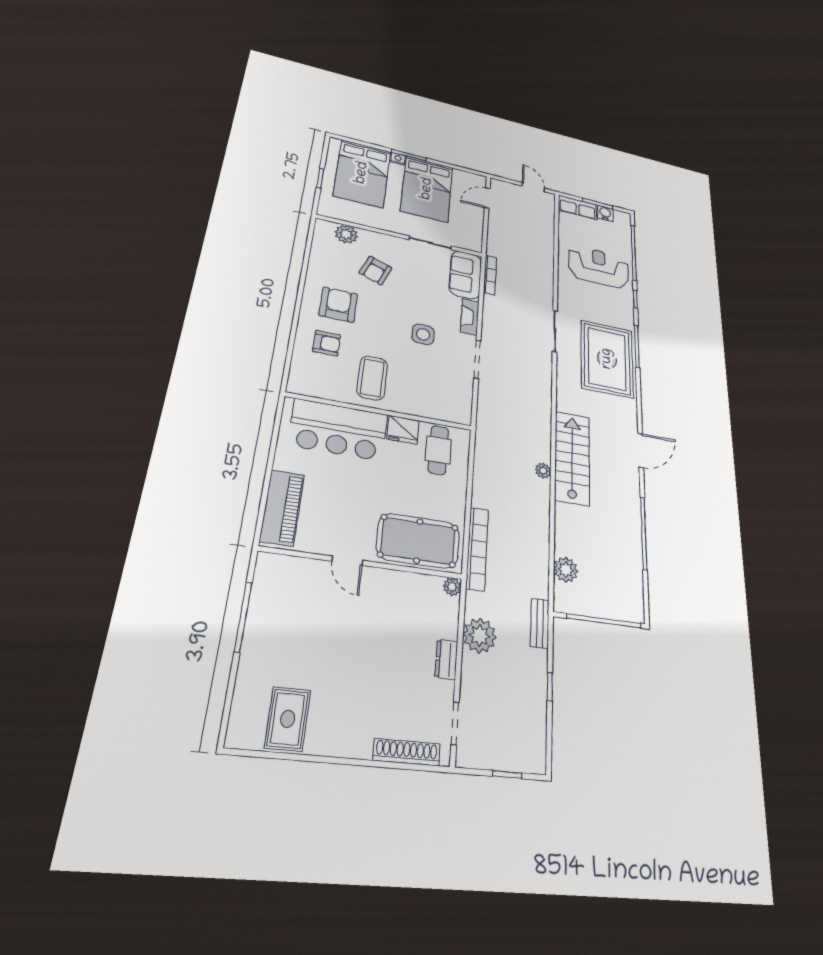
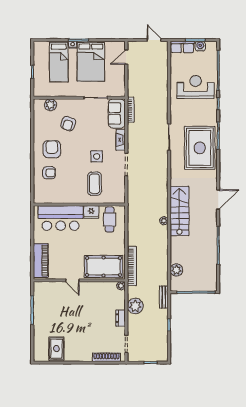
bed: (362, 173) -> (59, 62), width x0.67
coffee table: (372, 378) -> (94, 184), moved

